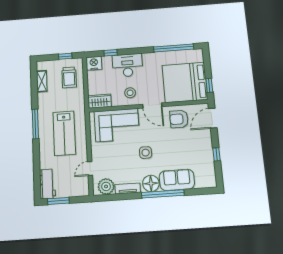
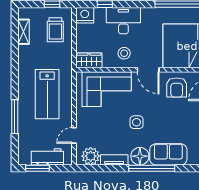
armchair: (179, 119) -> (177, 87), turned -90
window: (35, 124) -> (15, 117), moved
workbench: (47, 184) -> (47, 157), moved, turned -90

